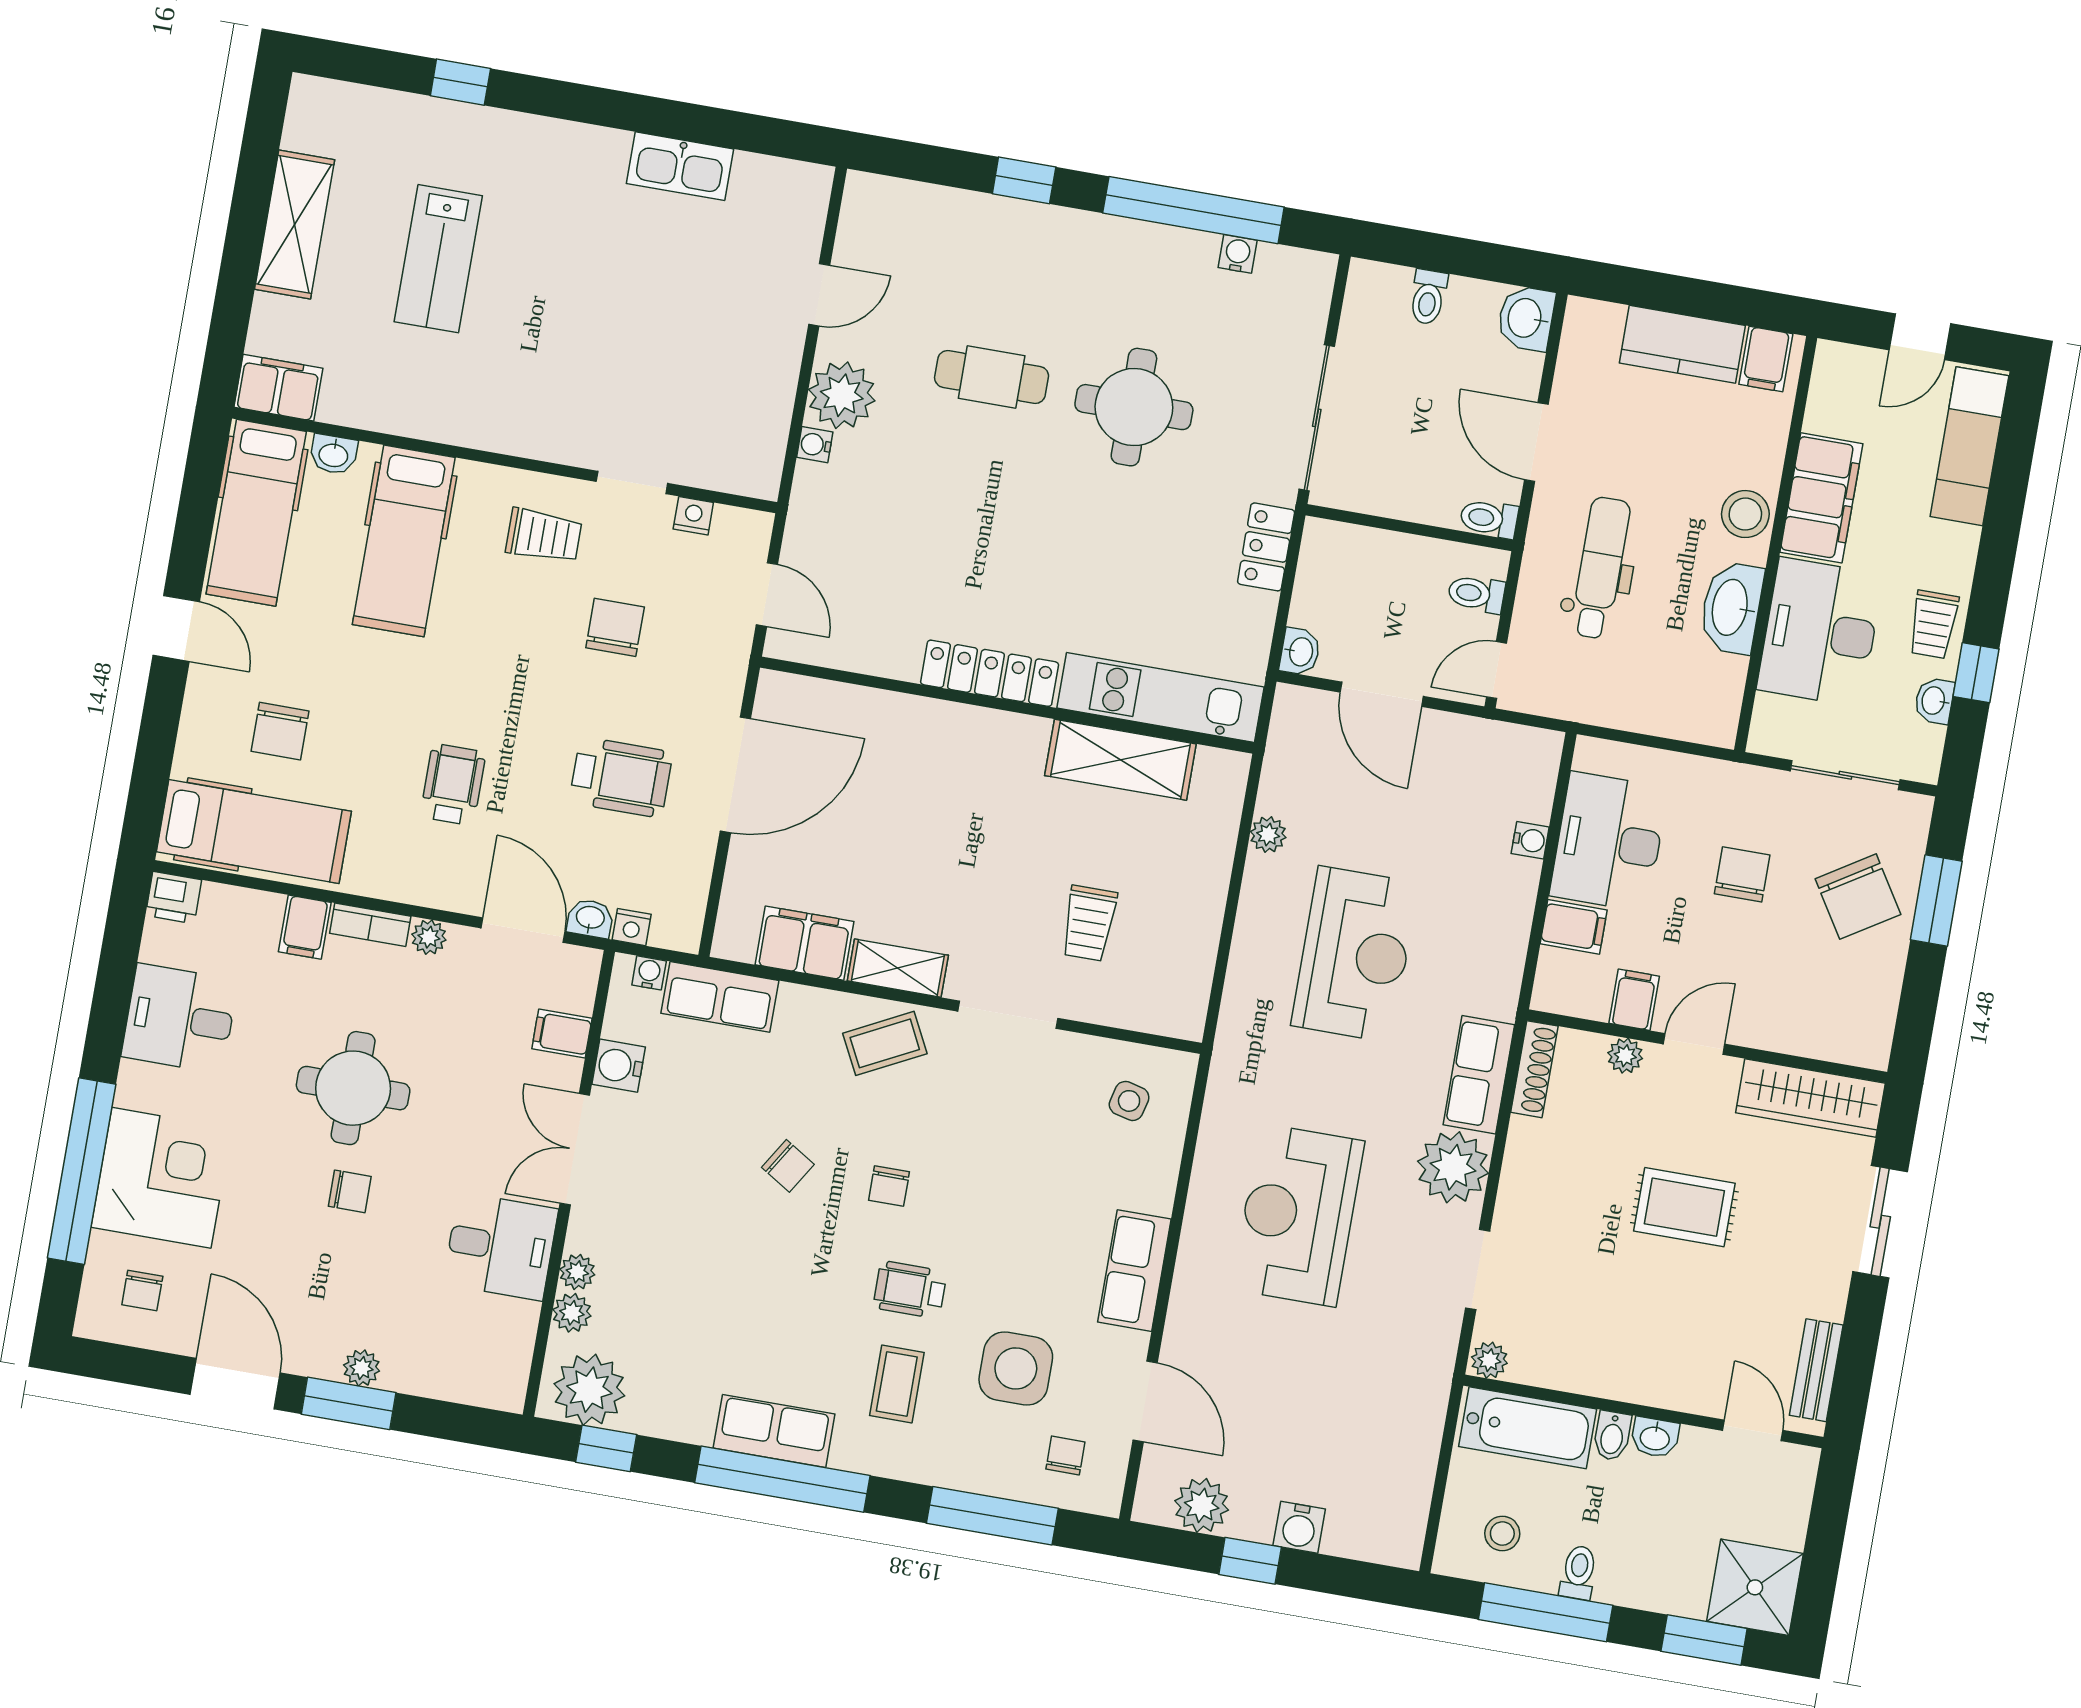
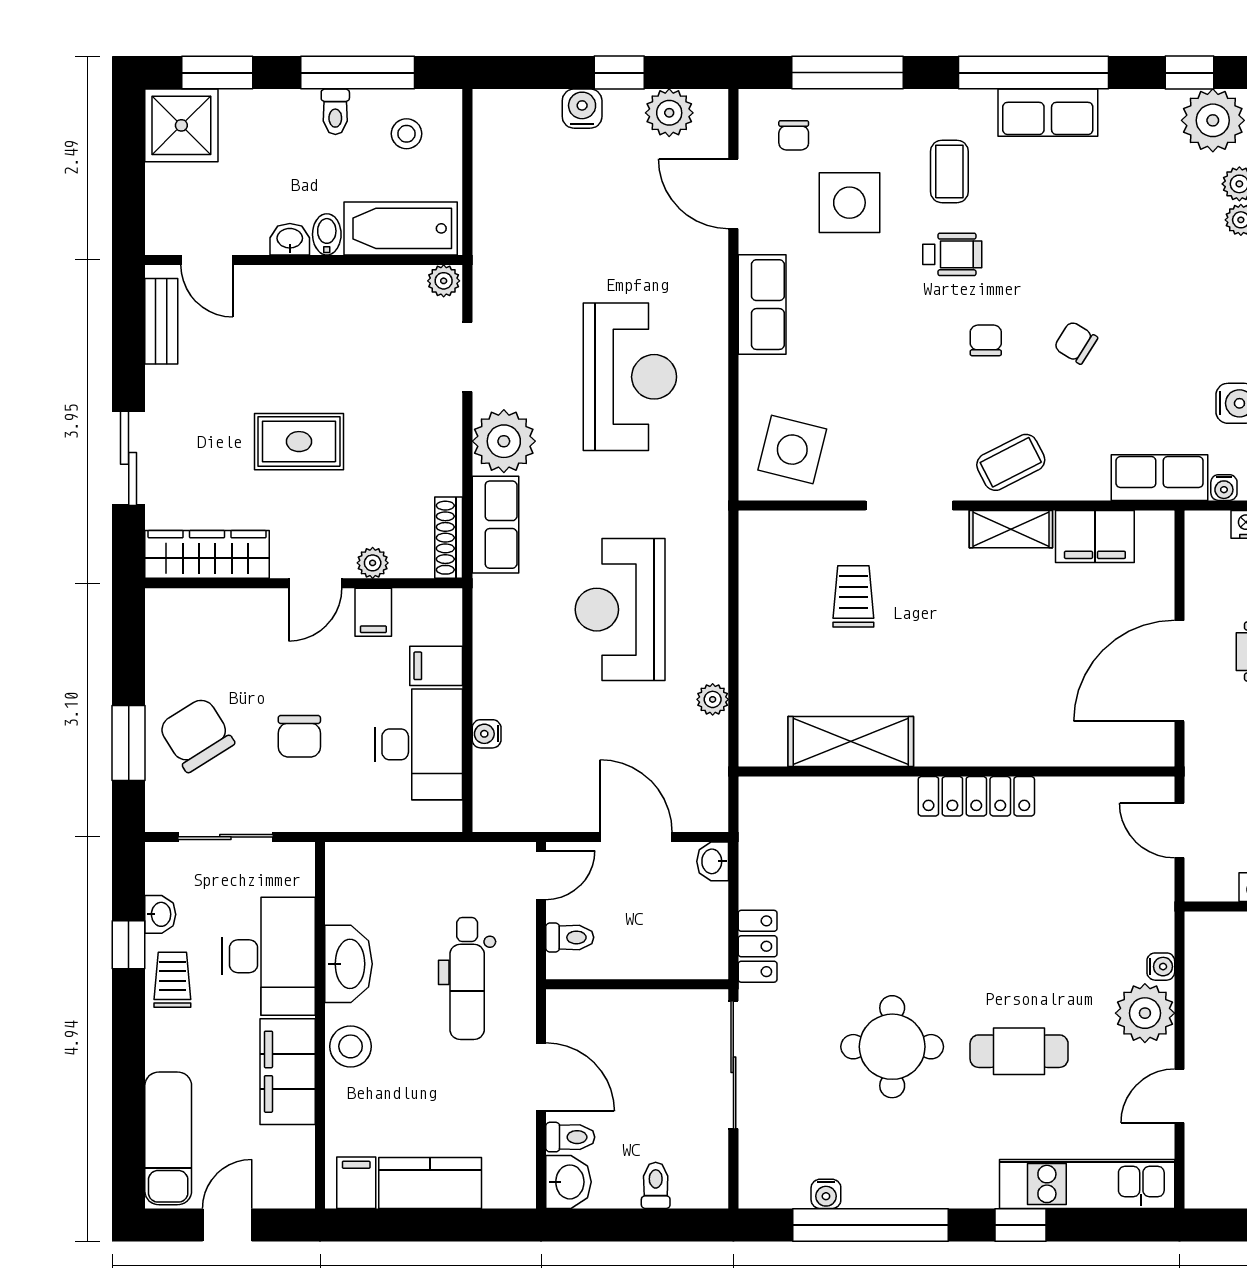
toilet: (1489, 519) -> (570, 1137), moved
kitchen unit: (1160, 697) -> (1087, 1184), moved, turned 180
side table: (1129, 1101) -> (792, 450), width x1.87, depth x1.87

